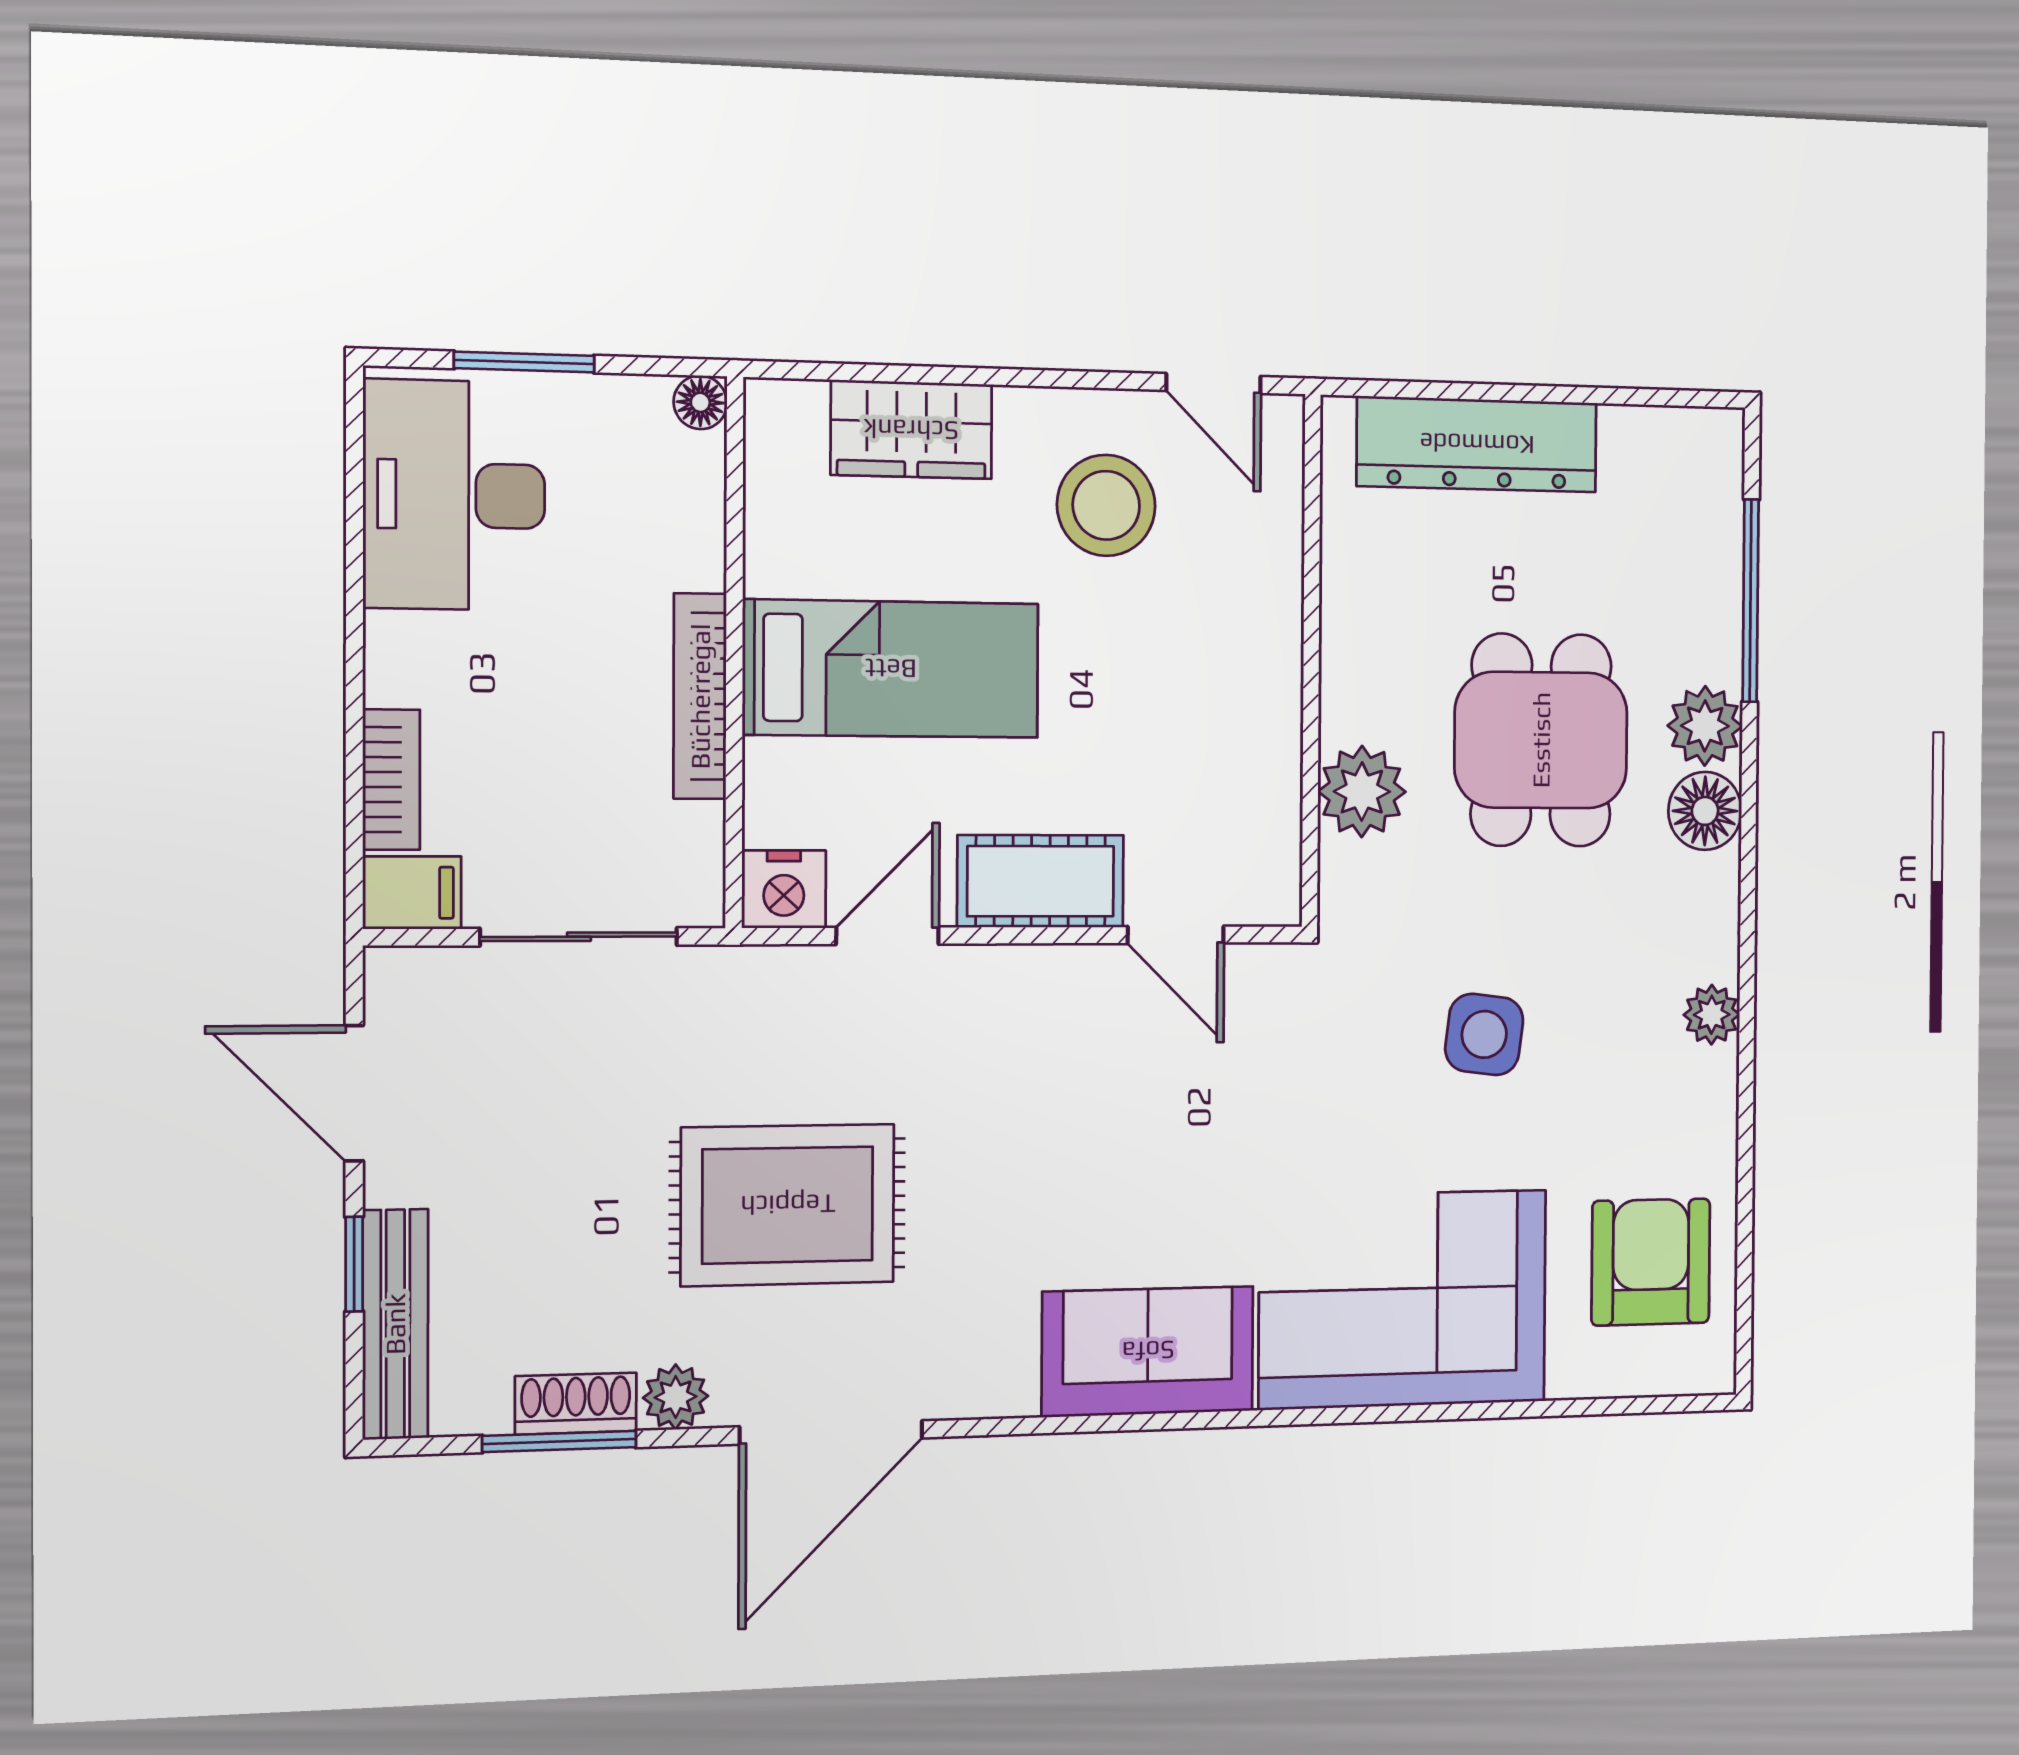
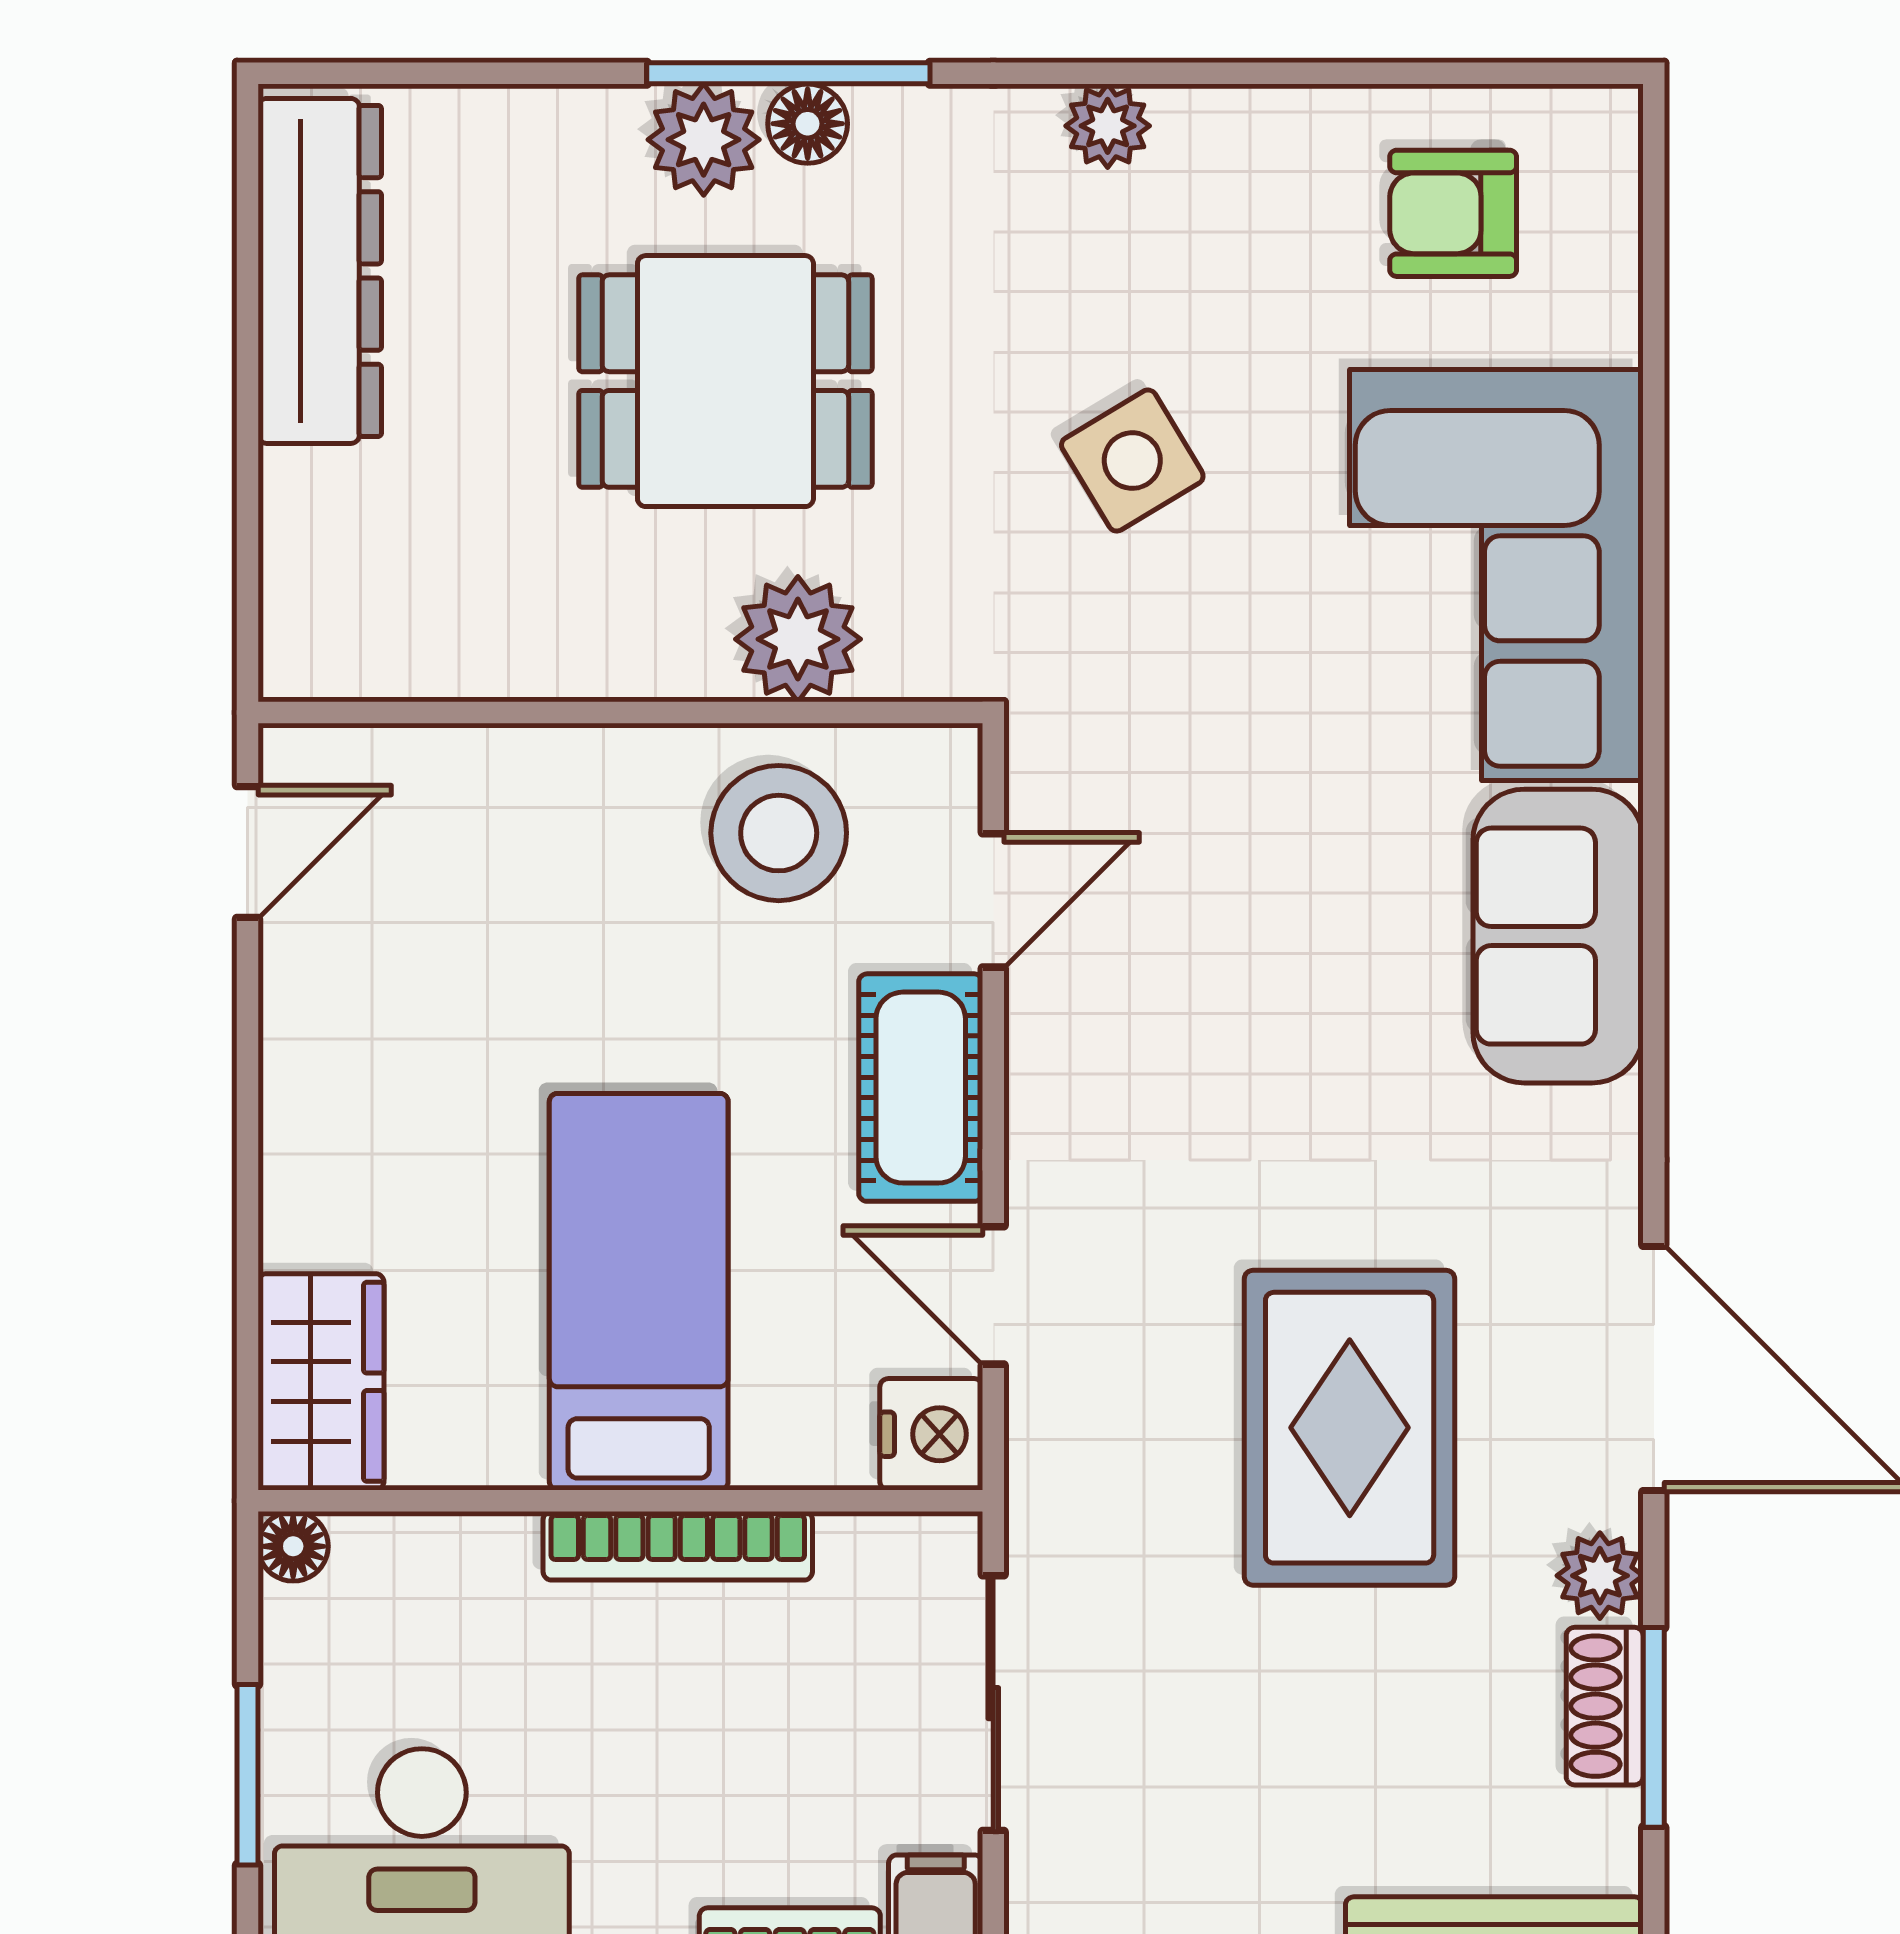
wardrobe: (911, 430) -> (321, 1382), moved
dresser: (1477, 444) -> (320, 271), moved
stool: (1106, 505) -> (779, 833), moved
window: (1751, 601) -> (788, 73), moved
floor lamp: (1705, 811) -> (808, 124), width x0.73, depth x0.73
side table: (1484, 1034) -> (1132, 461), turned -38
armchair: (1651, 1262) -> (1453, 213), width x0.72, depth x0.72

